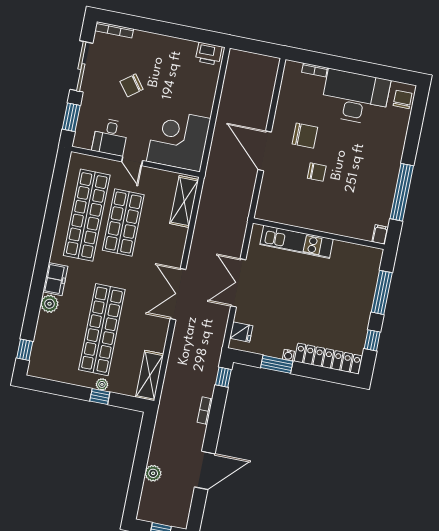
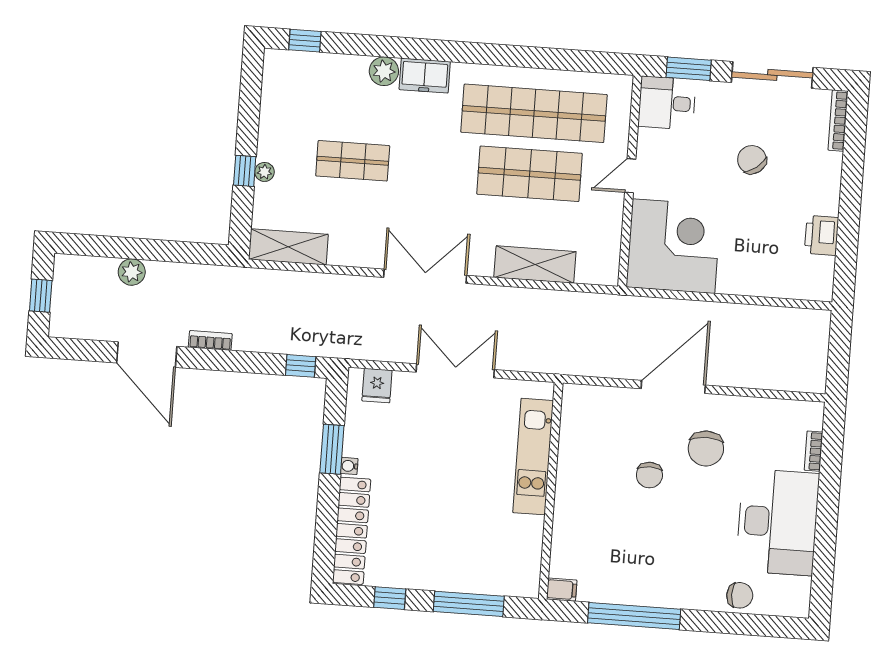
printer: (209, 54) -> (822, 235), moved
chair: (403, 99) -> (740, 595), moved
desk: (110, 137) -> (667, 103), moved
shelving: (184, 202) -> (535, 265), moved
shop shelf: (102, 330) -> (353, 161), width x0.50, depth x0.74
bookcase: (205, 411) -> (210, 340), moved

